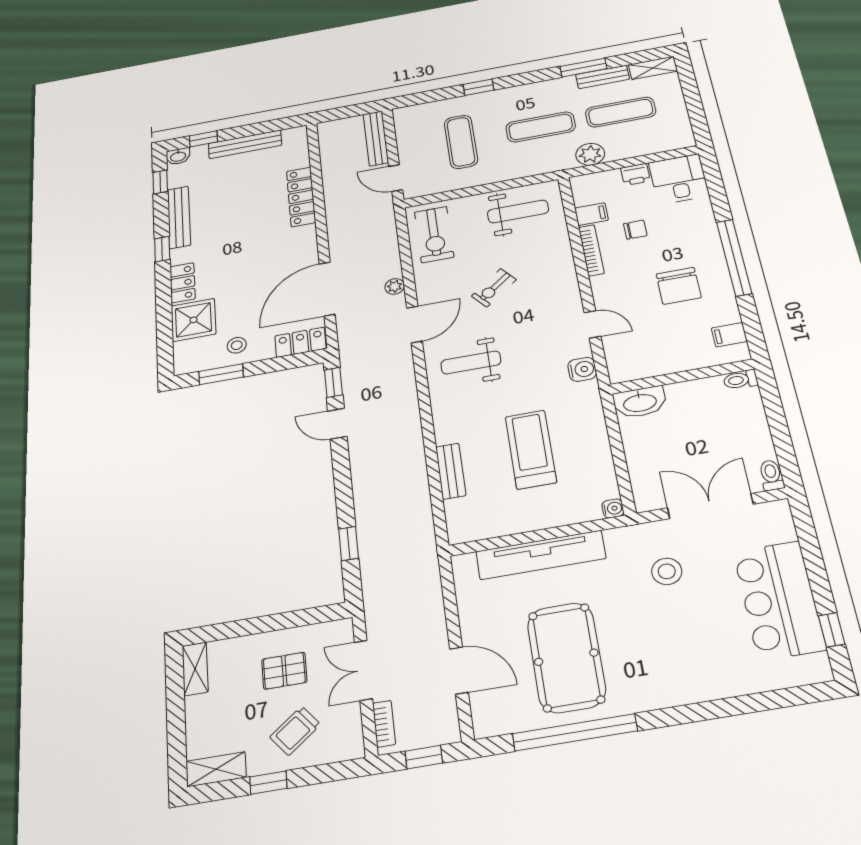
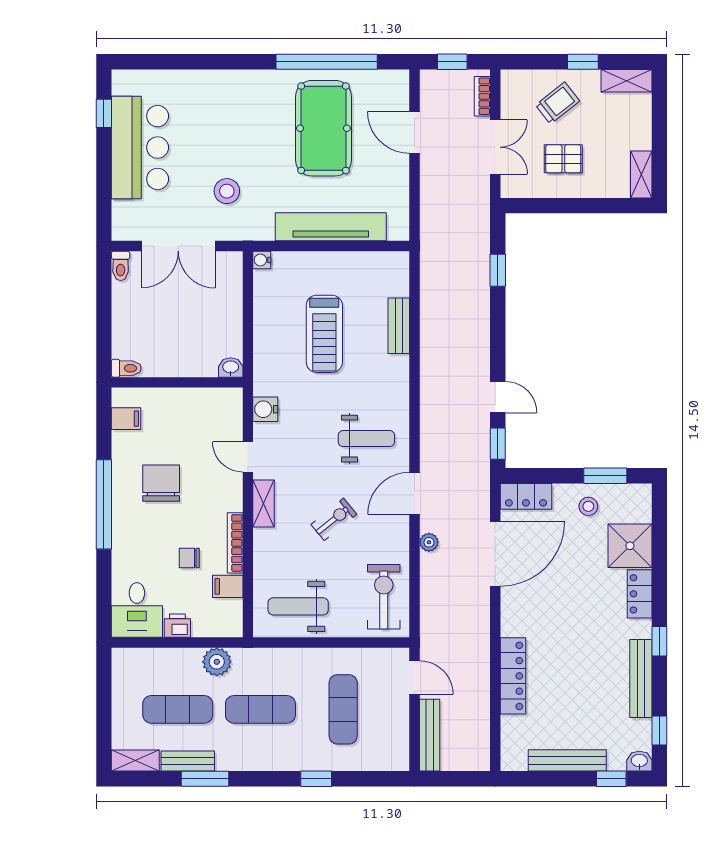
shelving: (568, 288) -> (264, 503), added
washbasin: (640, 402) -> (231, 368), width x0.52, depth x0.69

